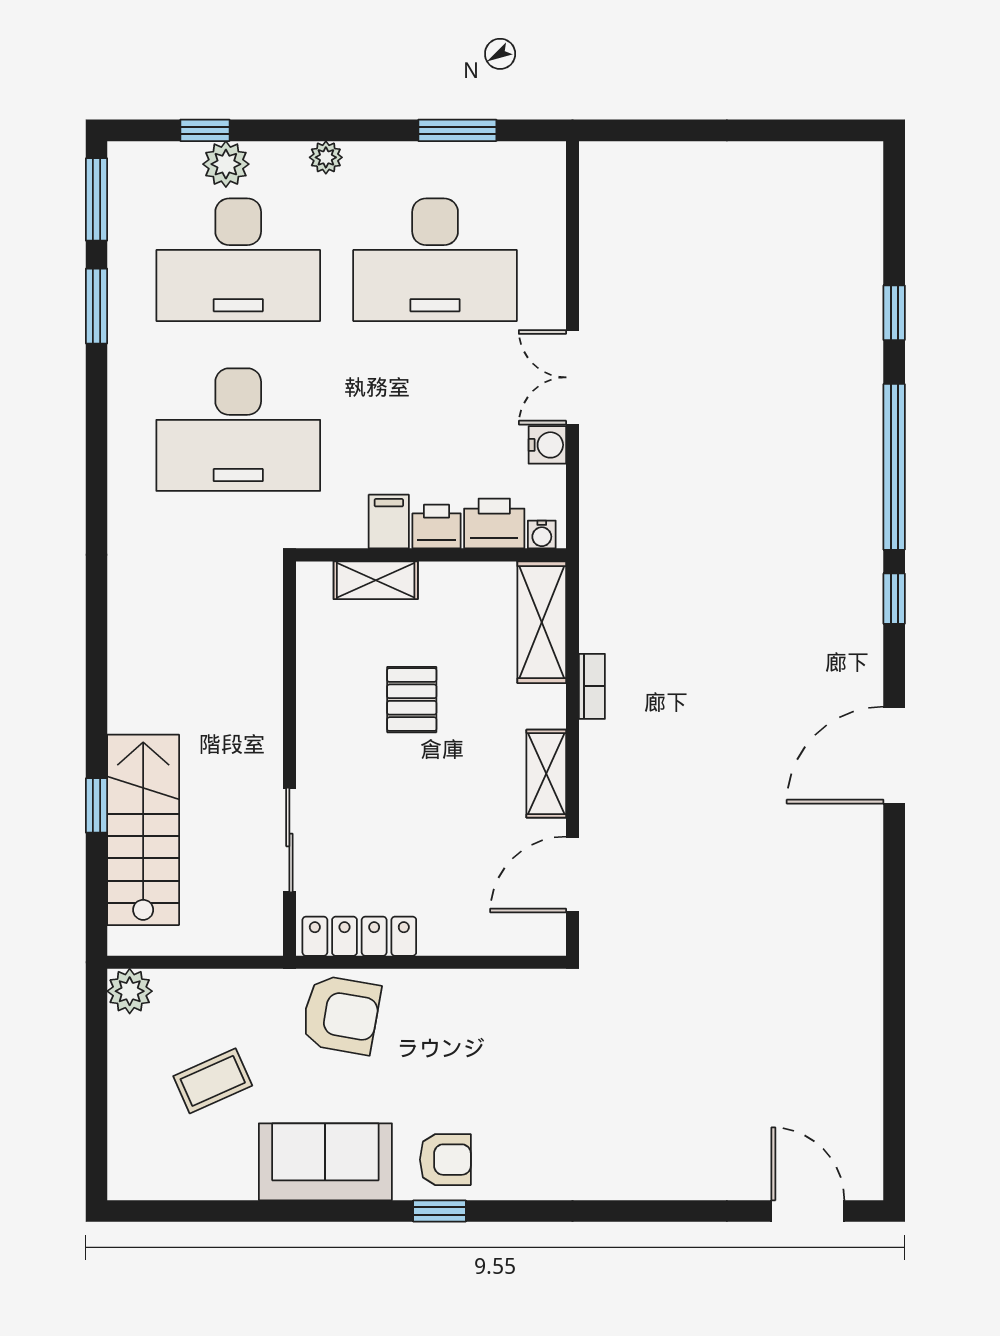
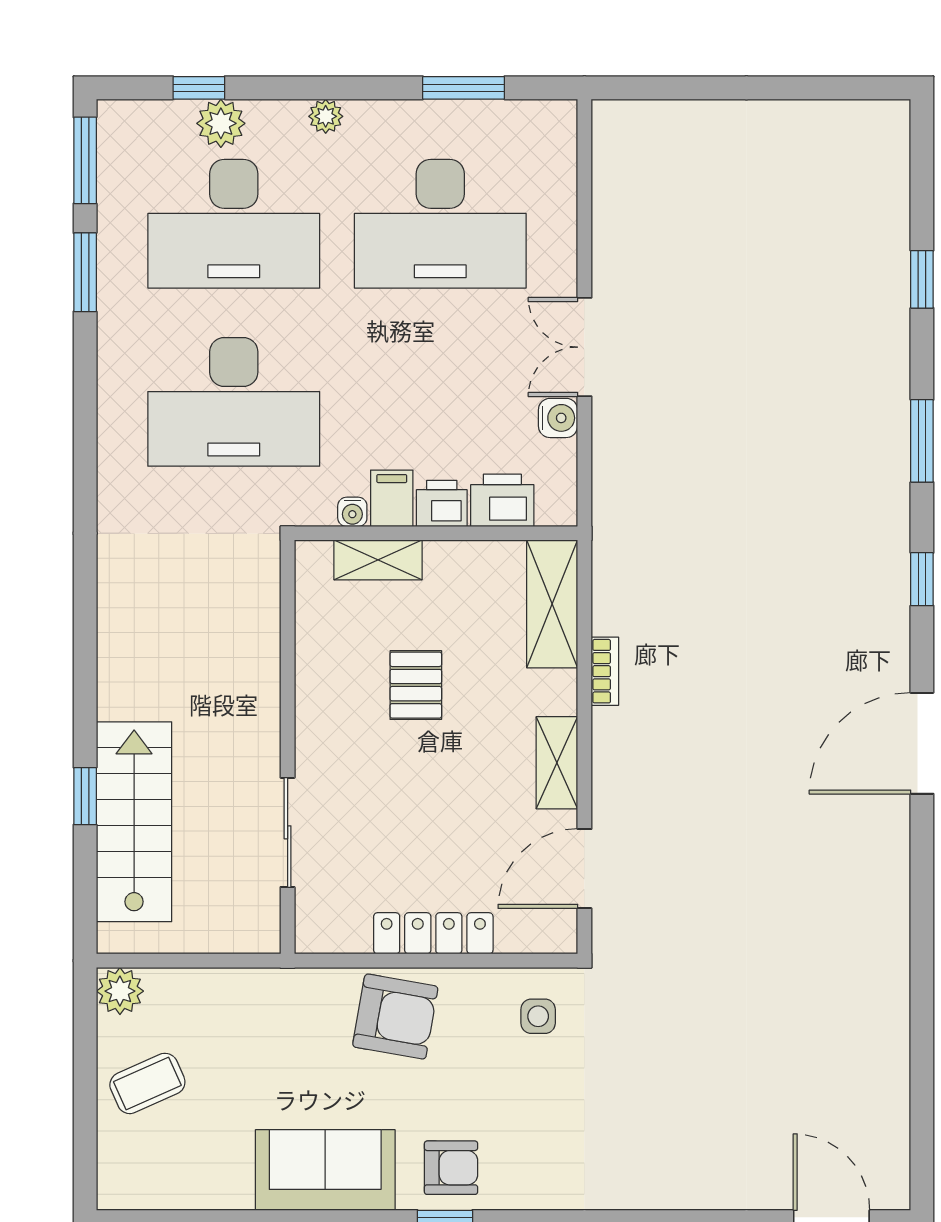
window: (894, 467) -> (922, 441), width x0.47
water cooler: (542, 534) -> (352, 512), moved
locker: (359, 936) -> (433, 933), moved
armchair: (341, 1015) -> (395, 1017), moved
side table: (528, 1015) -> (538, 1016), added
coffee table: (213, 1081) -> (147, 1083), moved

